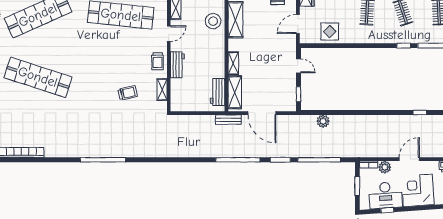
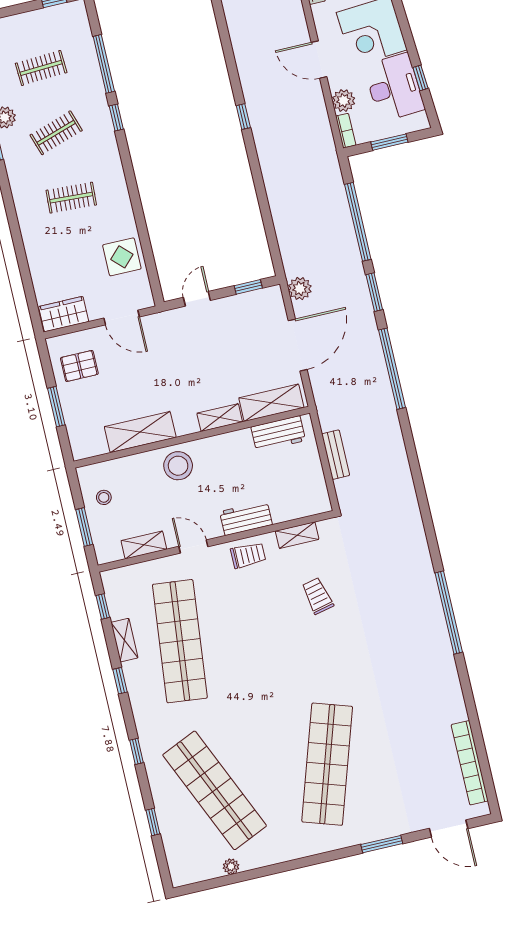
stool: (213, 21) -> (178, 466), moved
window: (420, 112) -> (243, 117), moved
bench: (228, 120) -> (336, 455), moved
plant: (323, 121) -> (300, 289), moved

